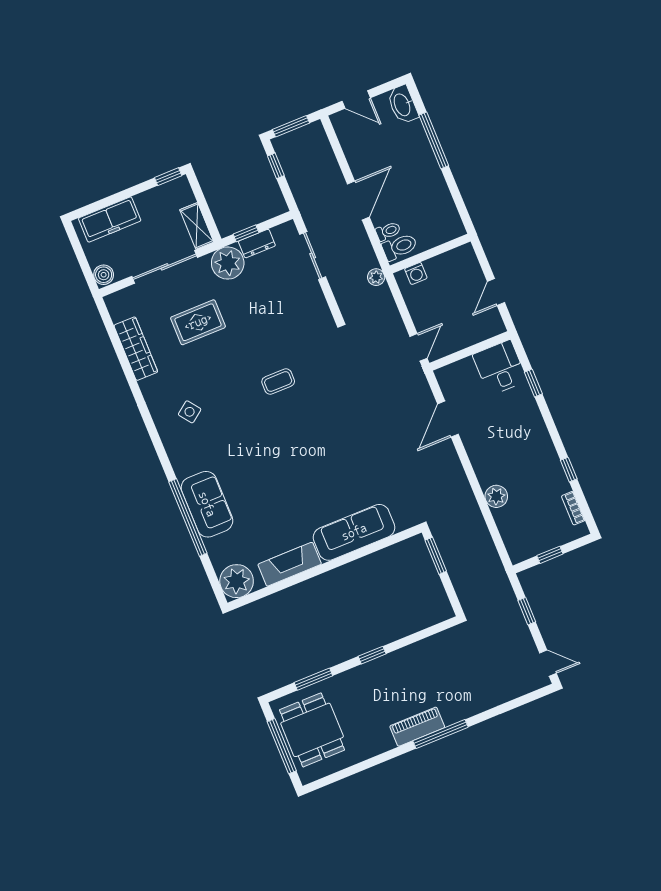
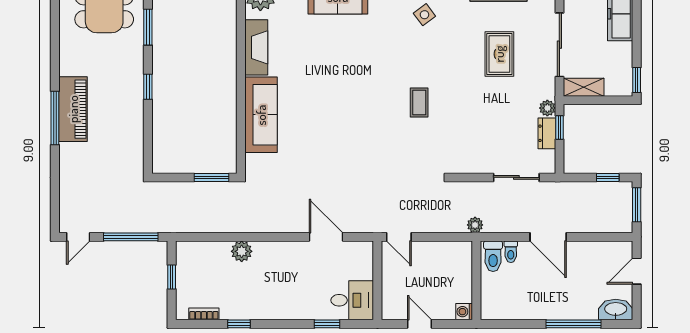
plant: (228, 263) -> (547, 108), width x0.53, depth x0.53
washing machine: (416, 273) -> (464, 312), moved
window: (527, 611) -> (131, 237), width x2.17
piano: (417, 727) -> (73, 109), width x1.37, depth x1.33

